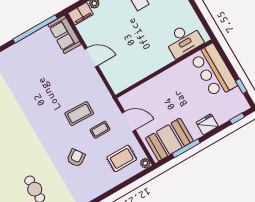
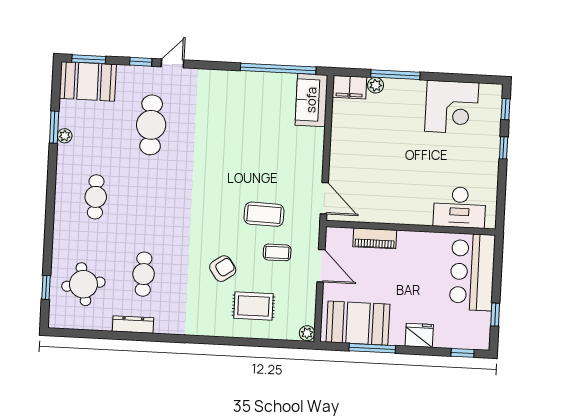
door: (91, 57) -> (324, 198), moved
piano: (148, 87) -> (375, 238), added
rug: (122, 158) -> (253, 306), moved

